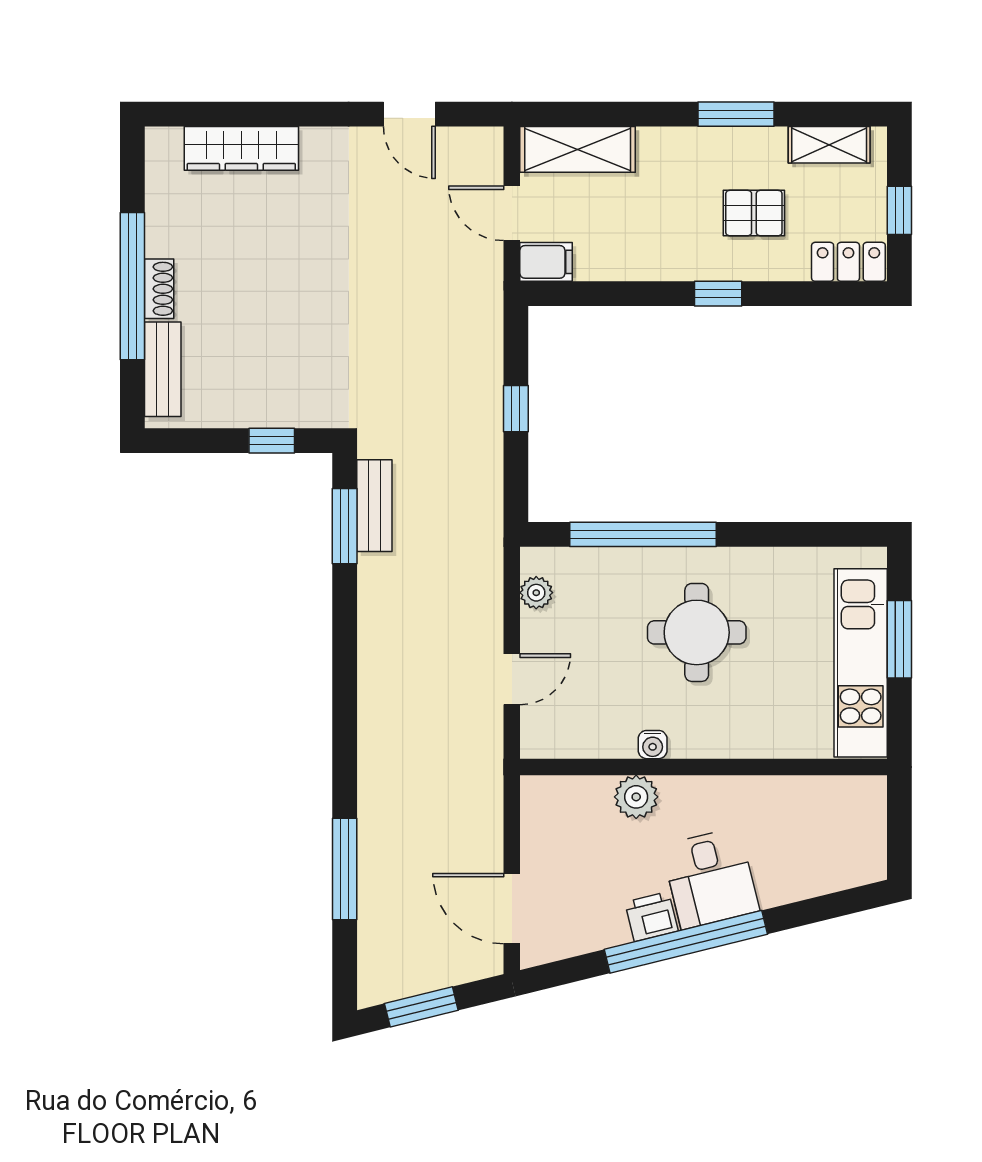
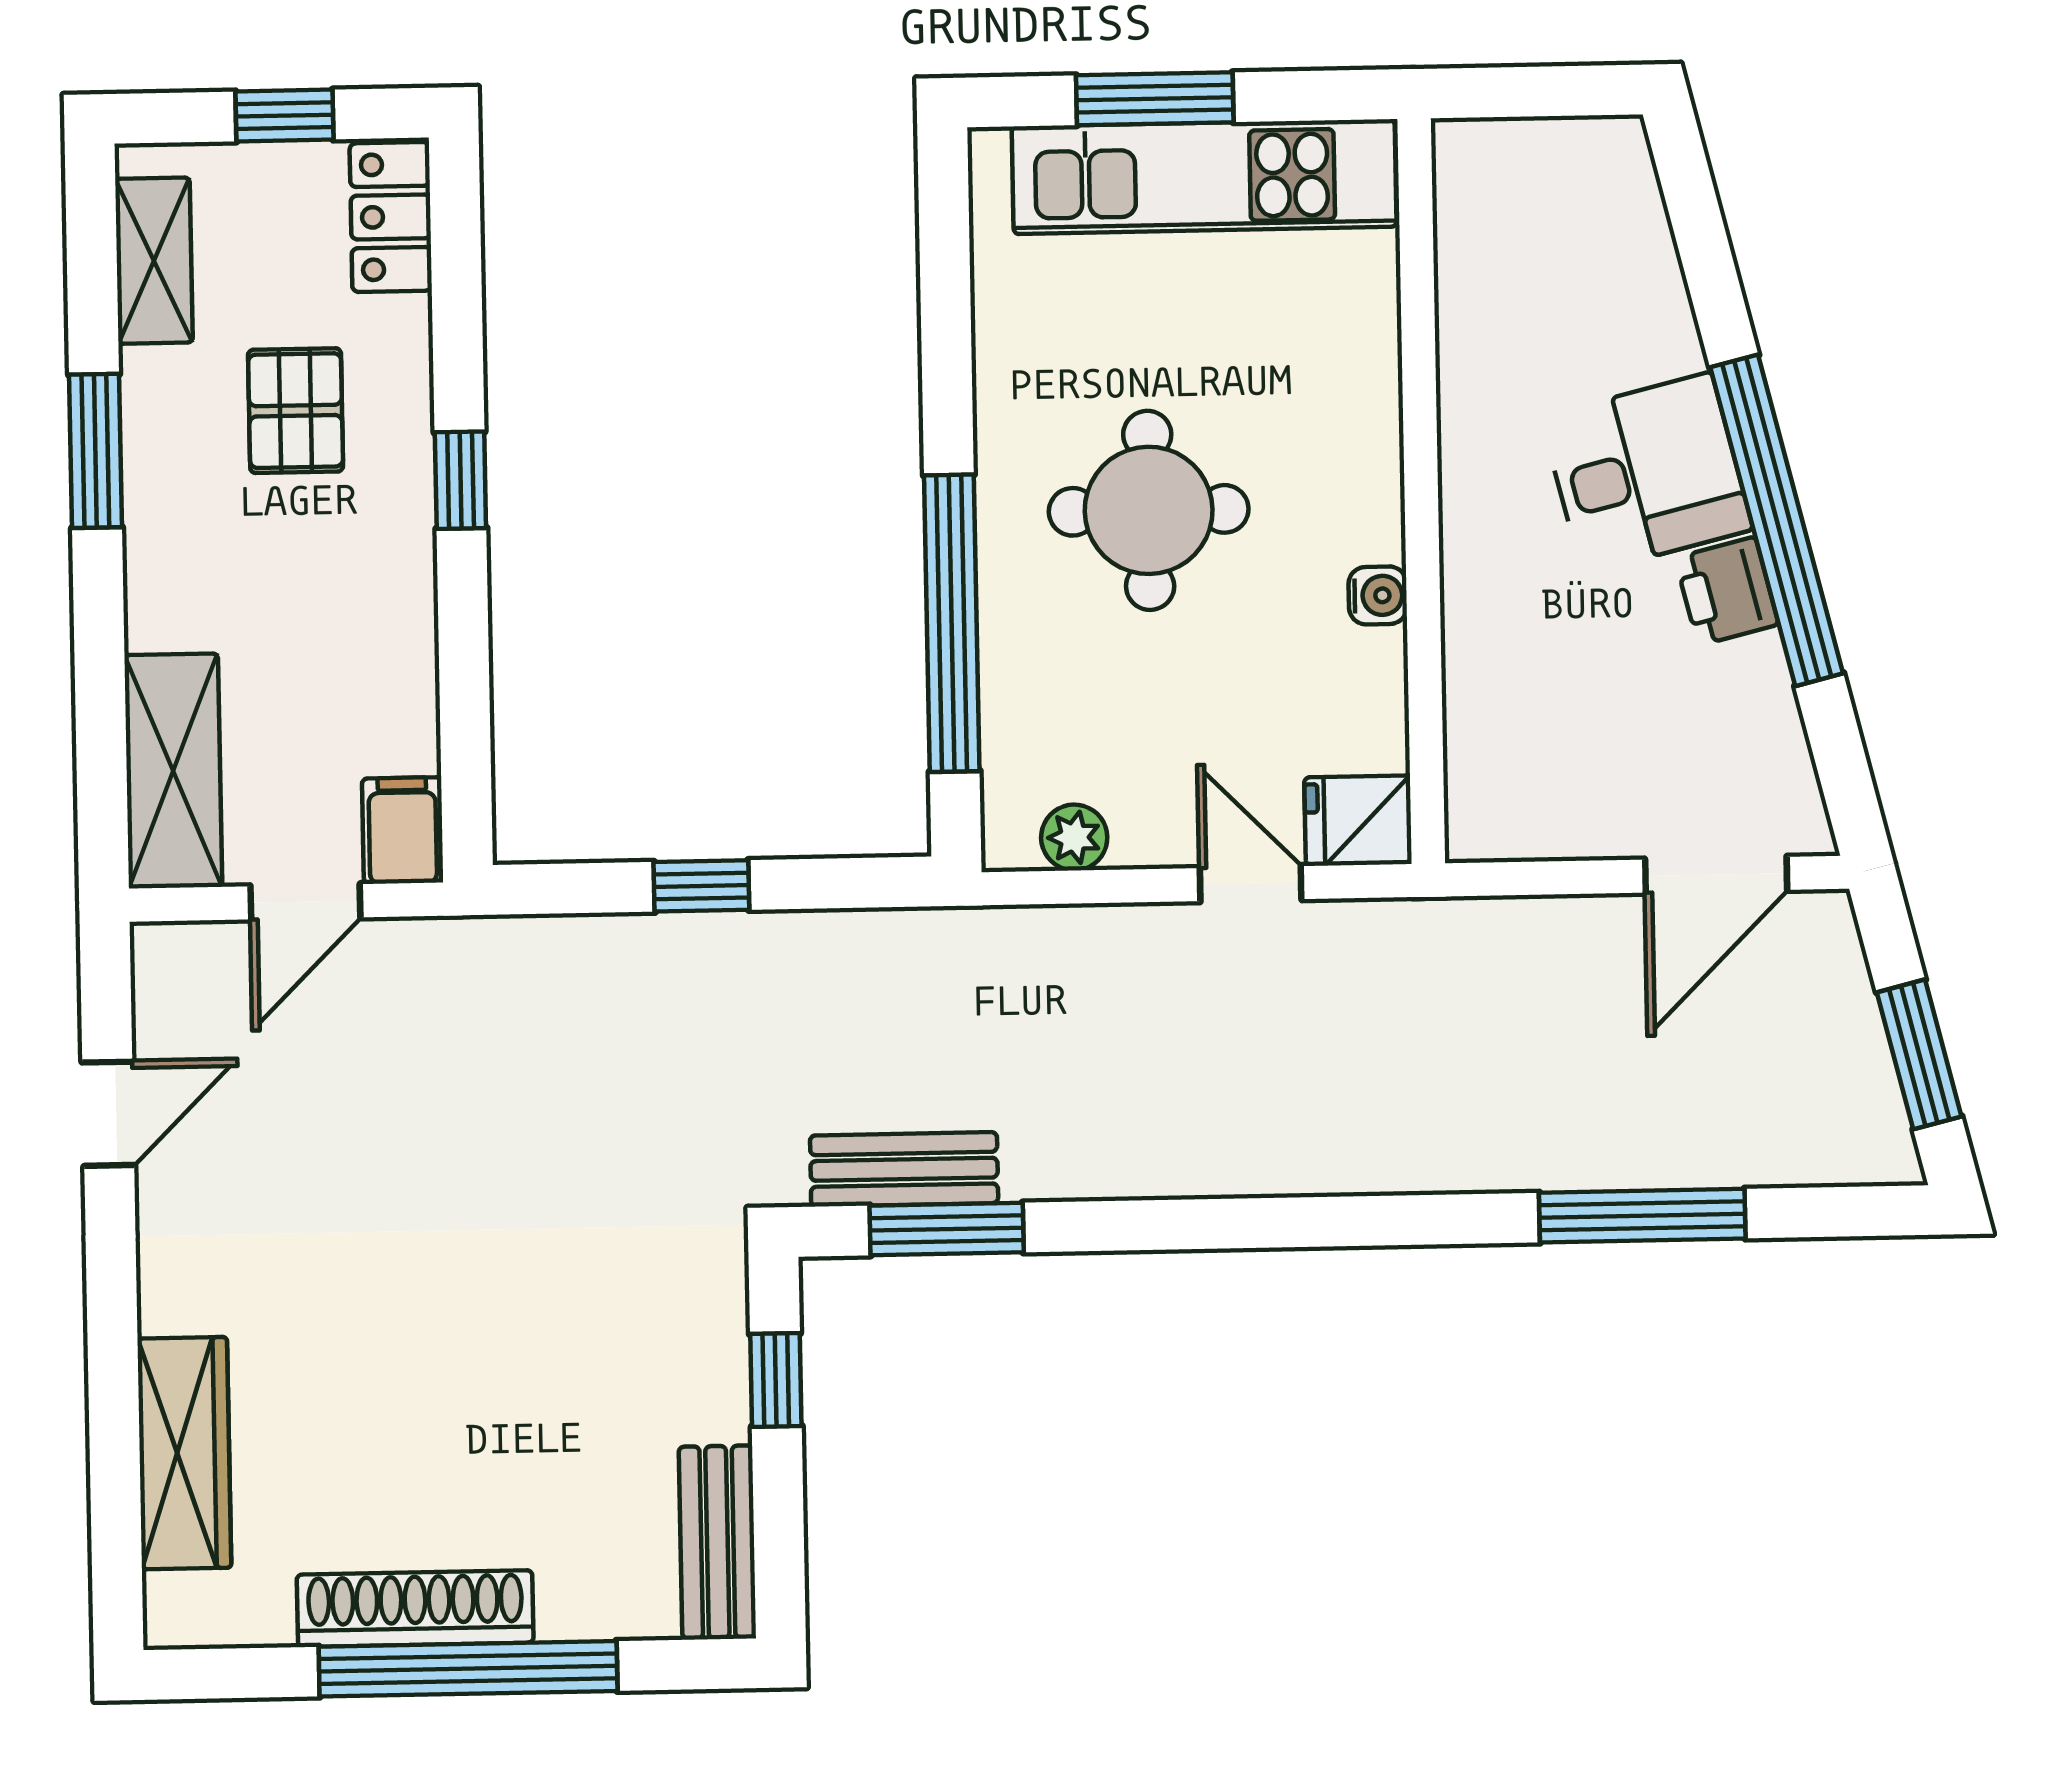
shoe rack: (159, 289) -> (415, 1609), width x1.94, depth x1.24
bench: (163, 369) -> (717, 1542), moved, turned 90
fridge: (542, 733) -> (1358, 821), added
plant: (636, 797) -> (1485, 627), removed

